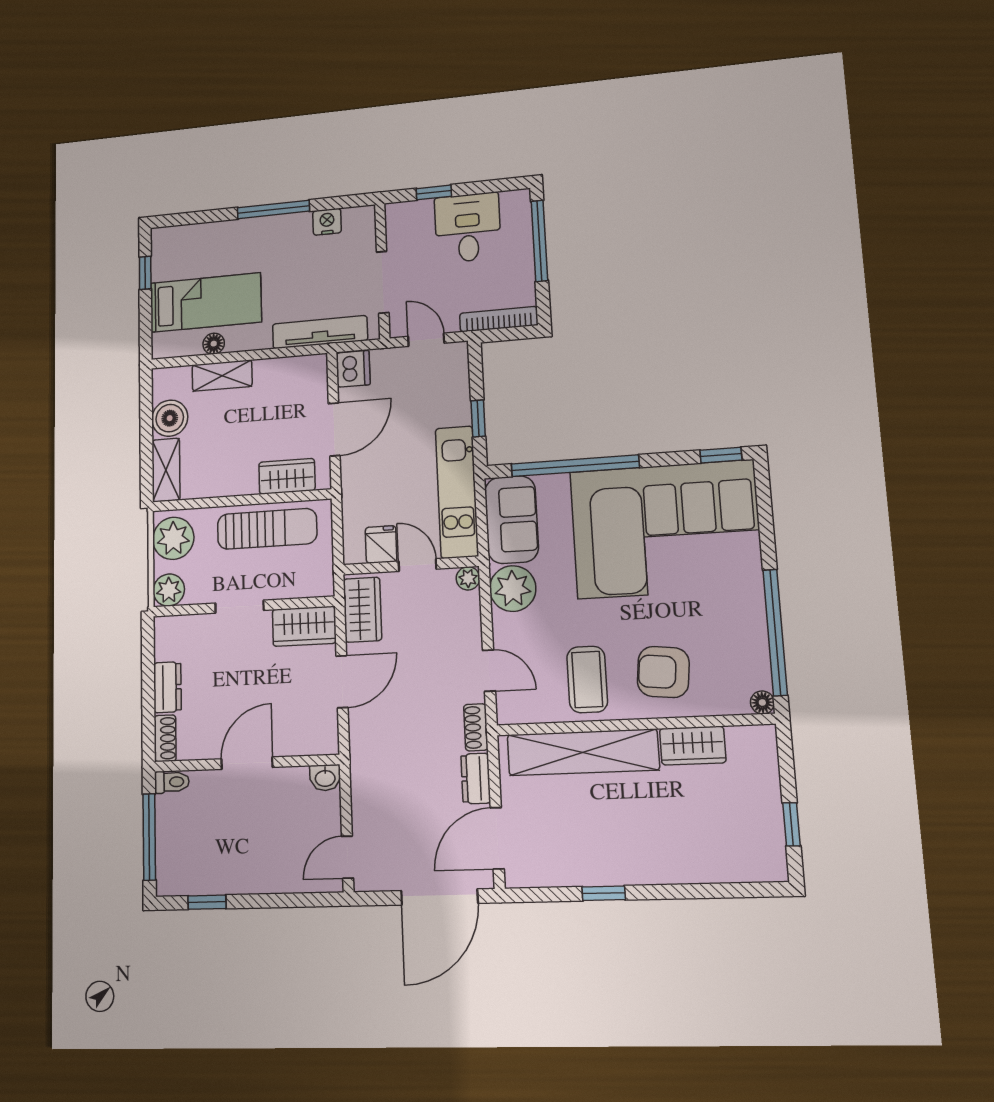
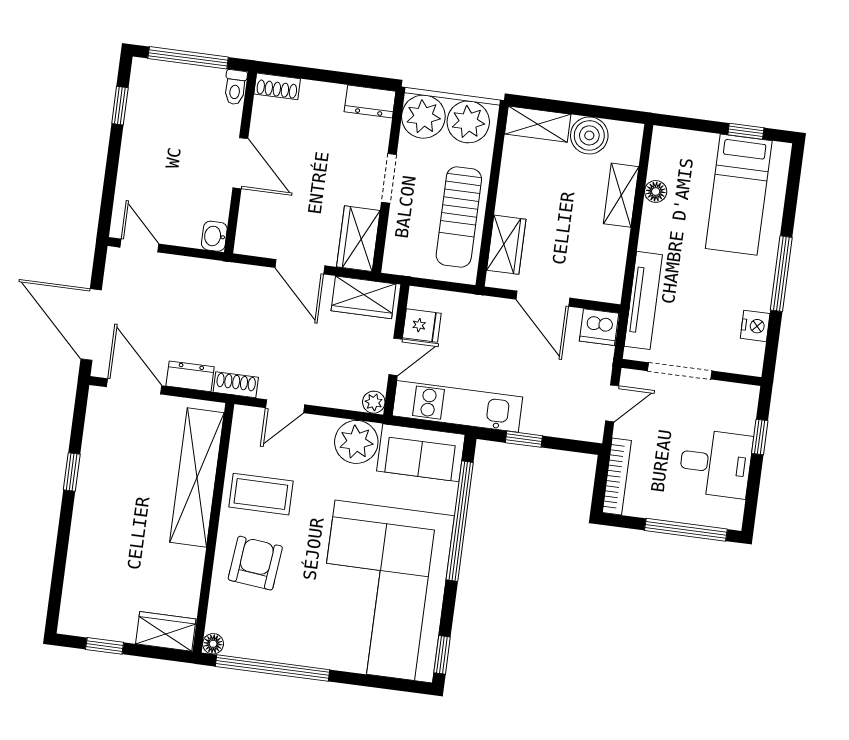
bed: (206, 302) -> (739, 195), moved
plant: (169, 590) -> (423, 117), width x1.36, depth x1.36
dresser: (167, 687) -> (370, 102), moved
wardrobe: (693, 746) -> (166, 631), moved, turned 90

